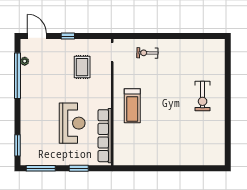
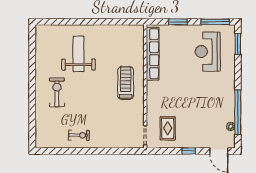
exercise bike: (147, 53) -> (79, 135), moved
rug: (82, 67) -> (168, 128), moved
reception desk: (72, 123) -> (208, 52), moved
weight bench: (180, 135) -> (79, 54), added

